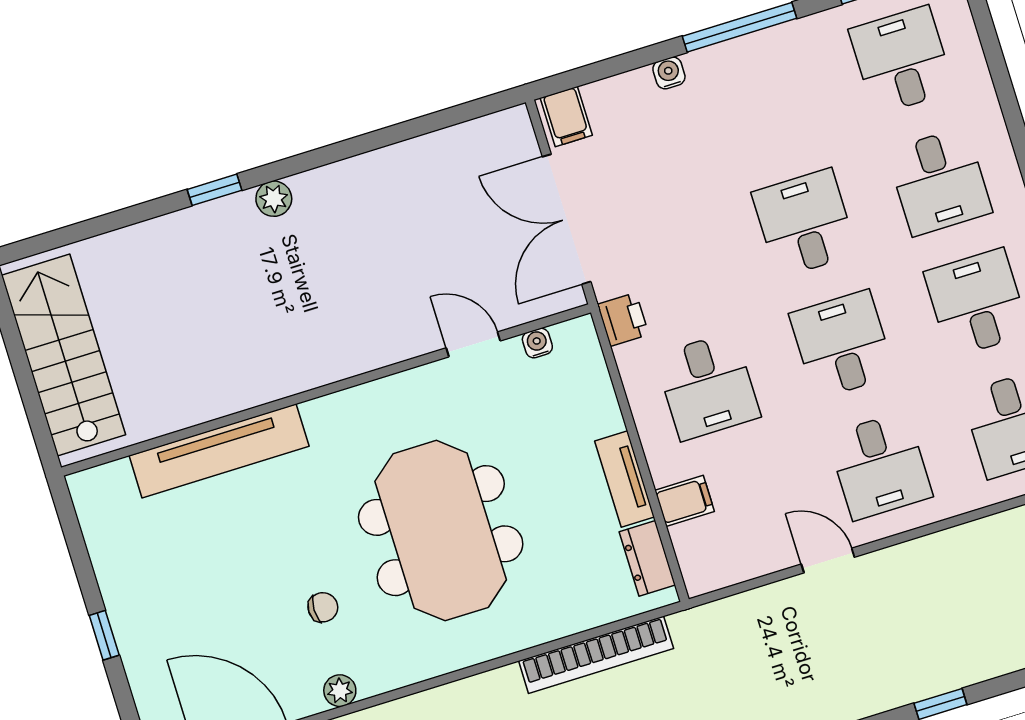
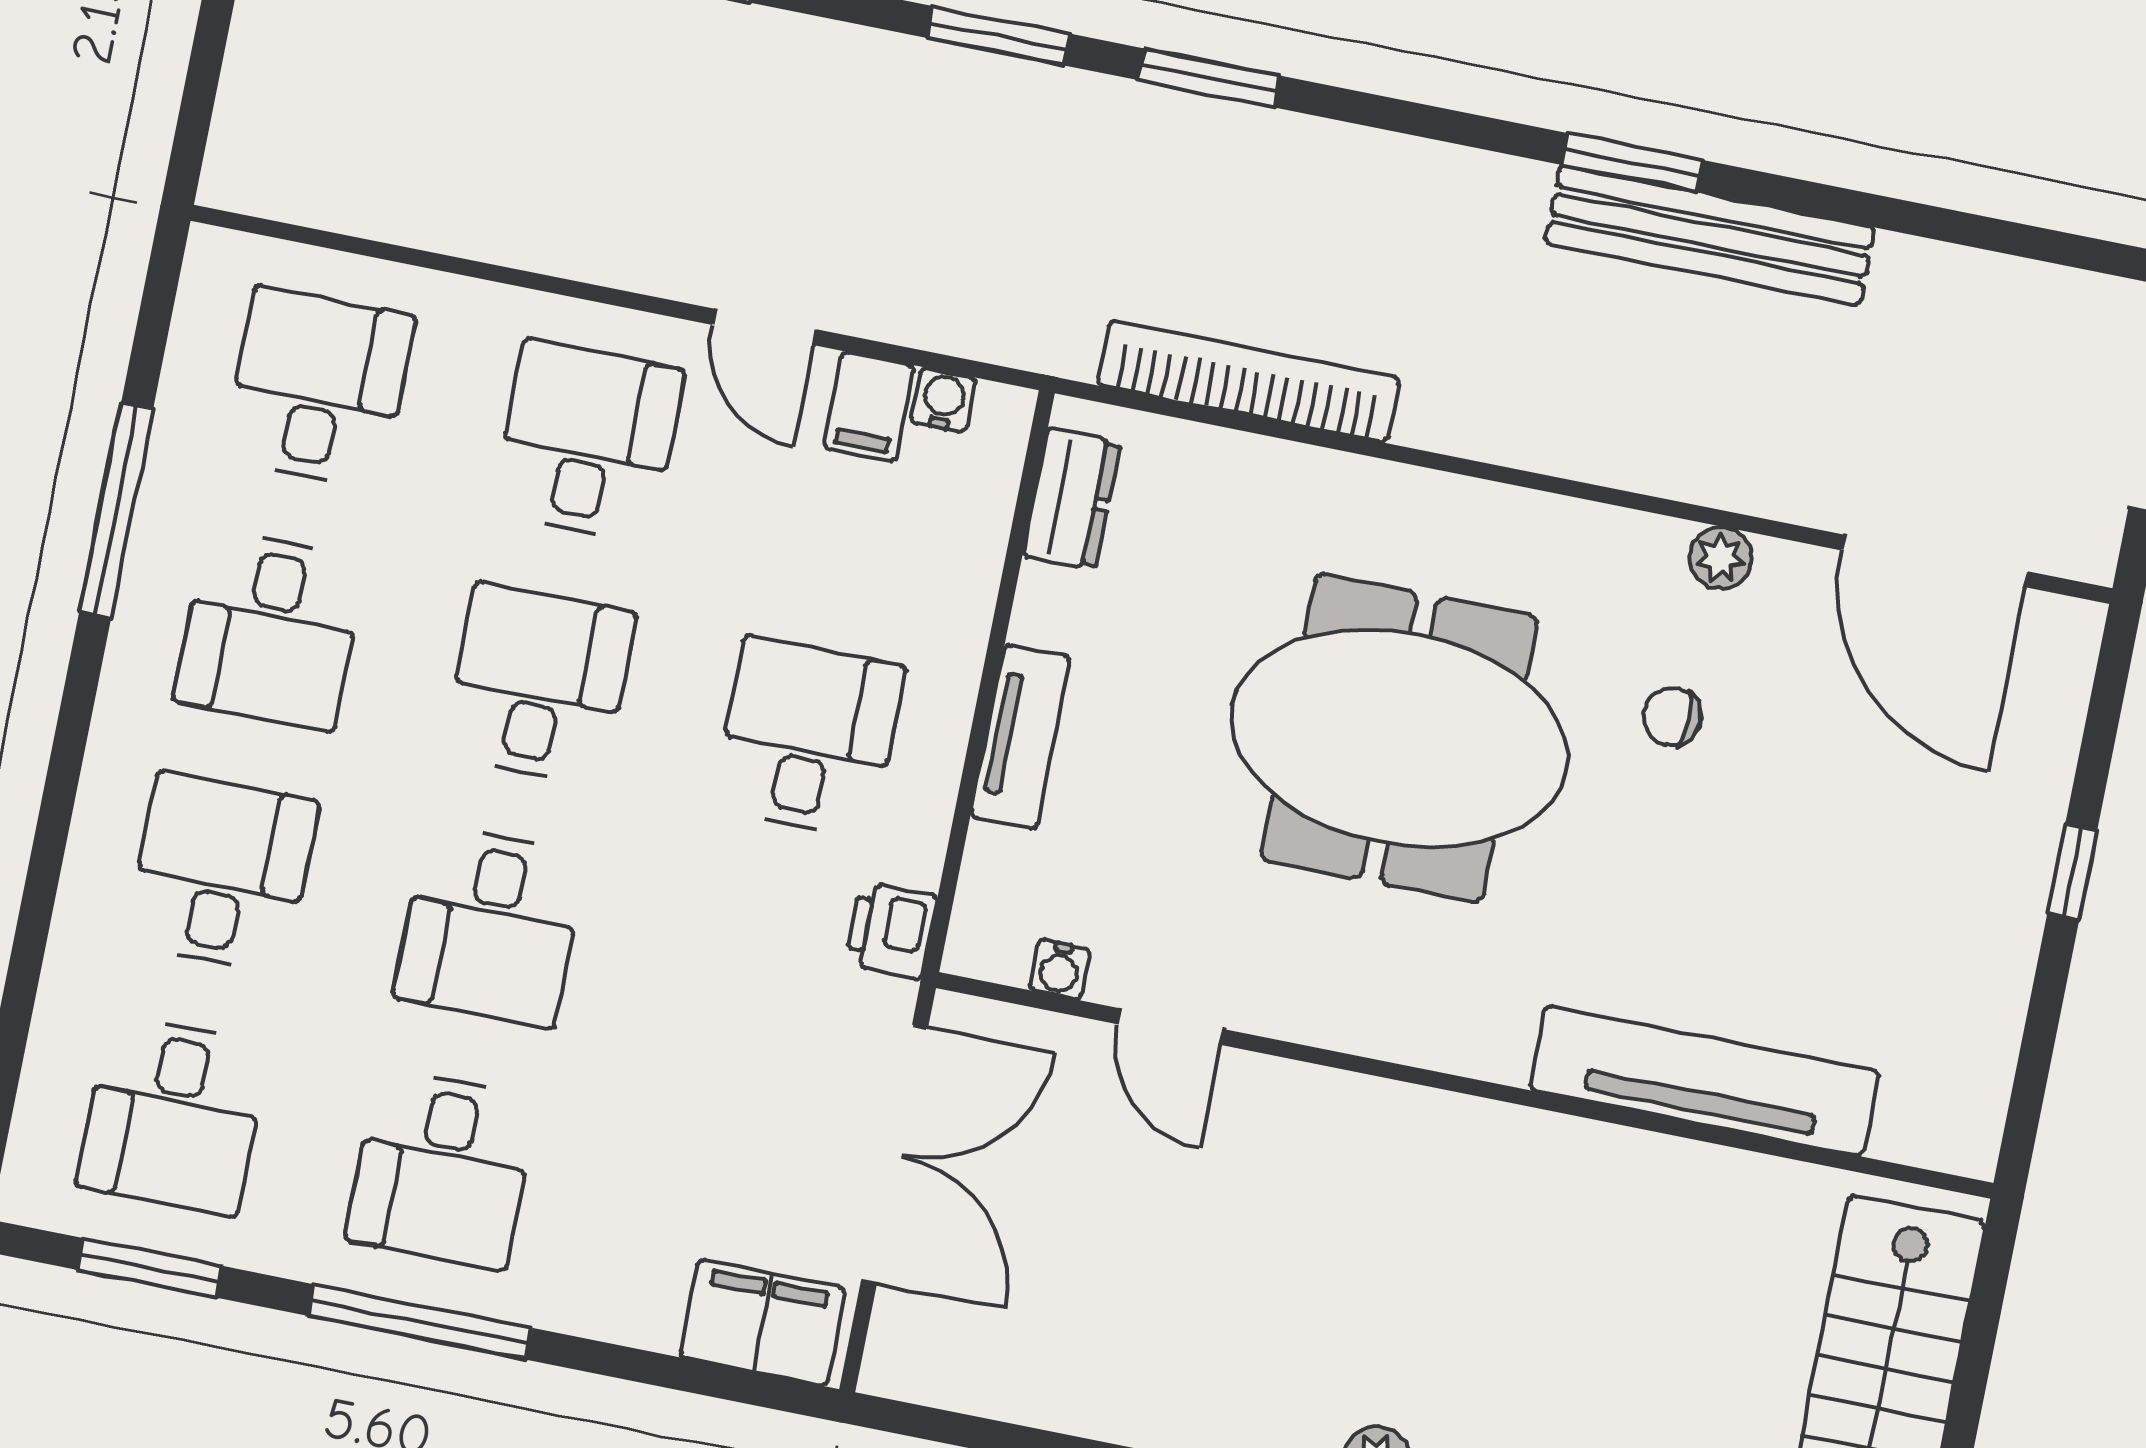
water cooler: (669, 73) -> (944, 400), moved, turned 180
desk: (767, 102) -> (442, 1169), added
filing cabinet: (566, 117) -> (763, 1323), width x2.00
desk: (842, 344) -> (539, 684), turned 180
tv unit: (624, 479) -> (1021, 737), moved
filing cabinet: (685, 501) -> (869, 407), moved, turned -90
meeting table: (441, 531) -> (1399, 738), turned 90

